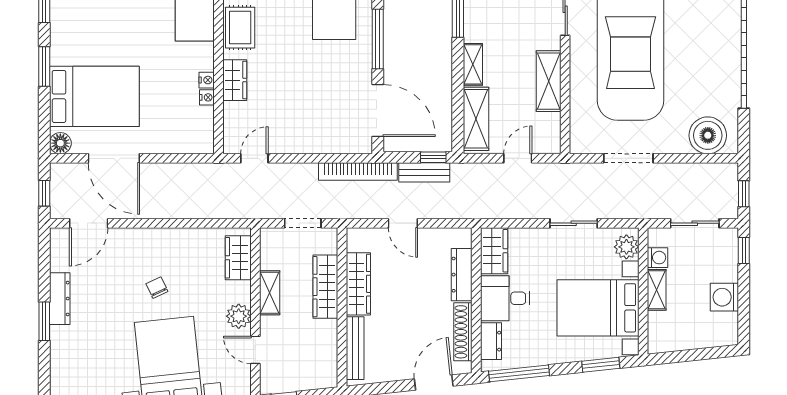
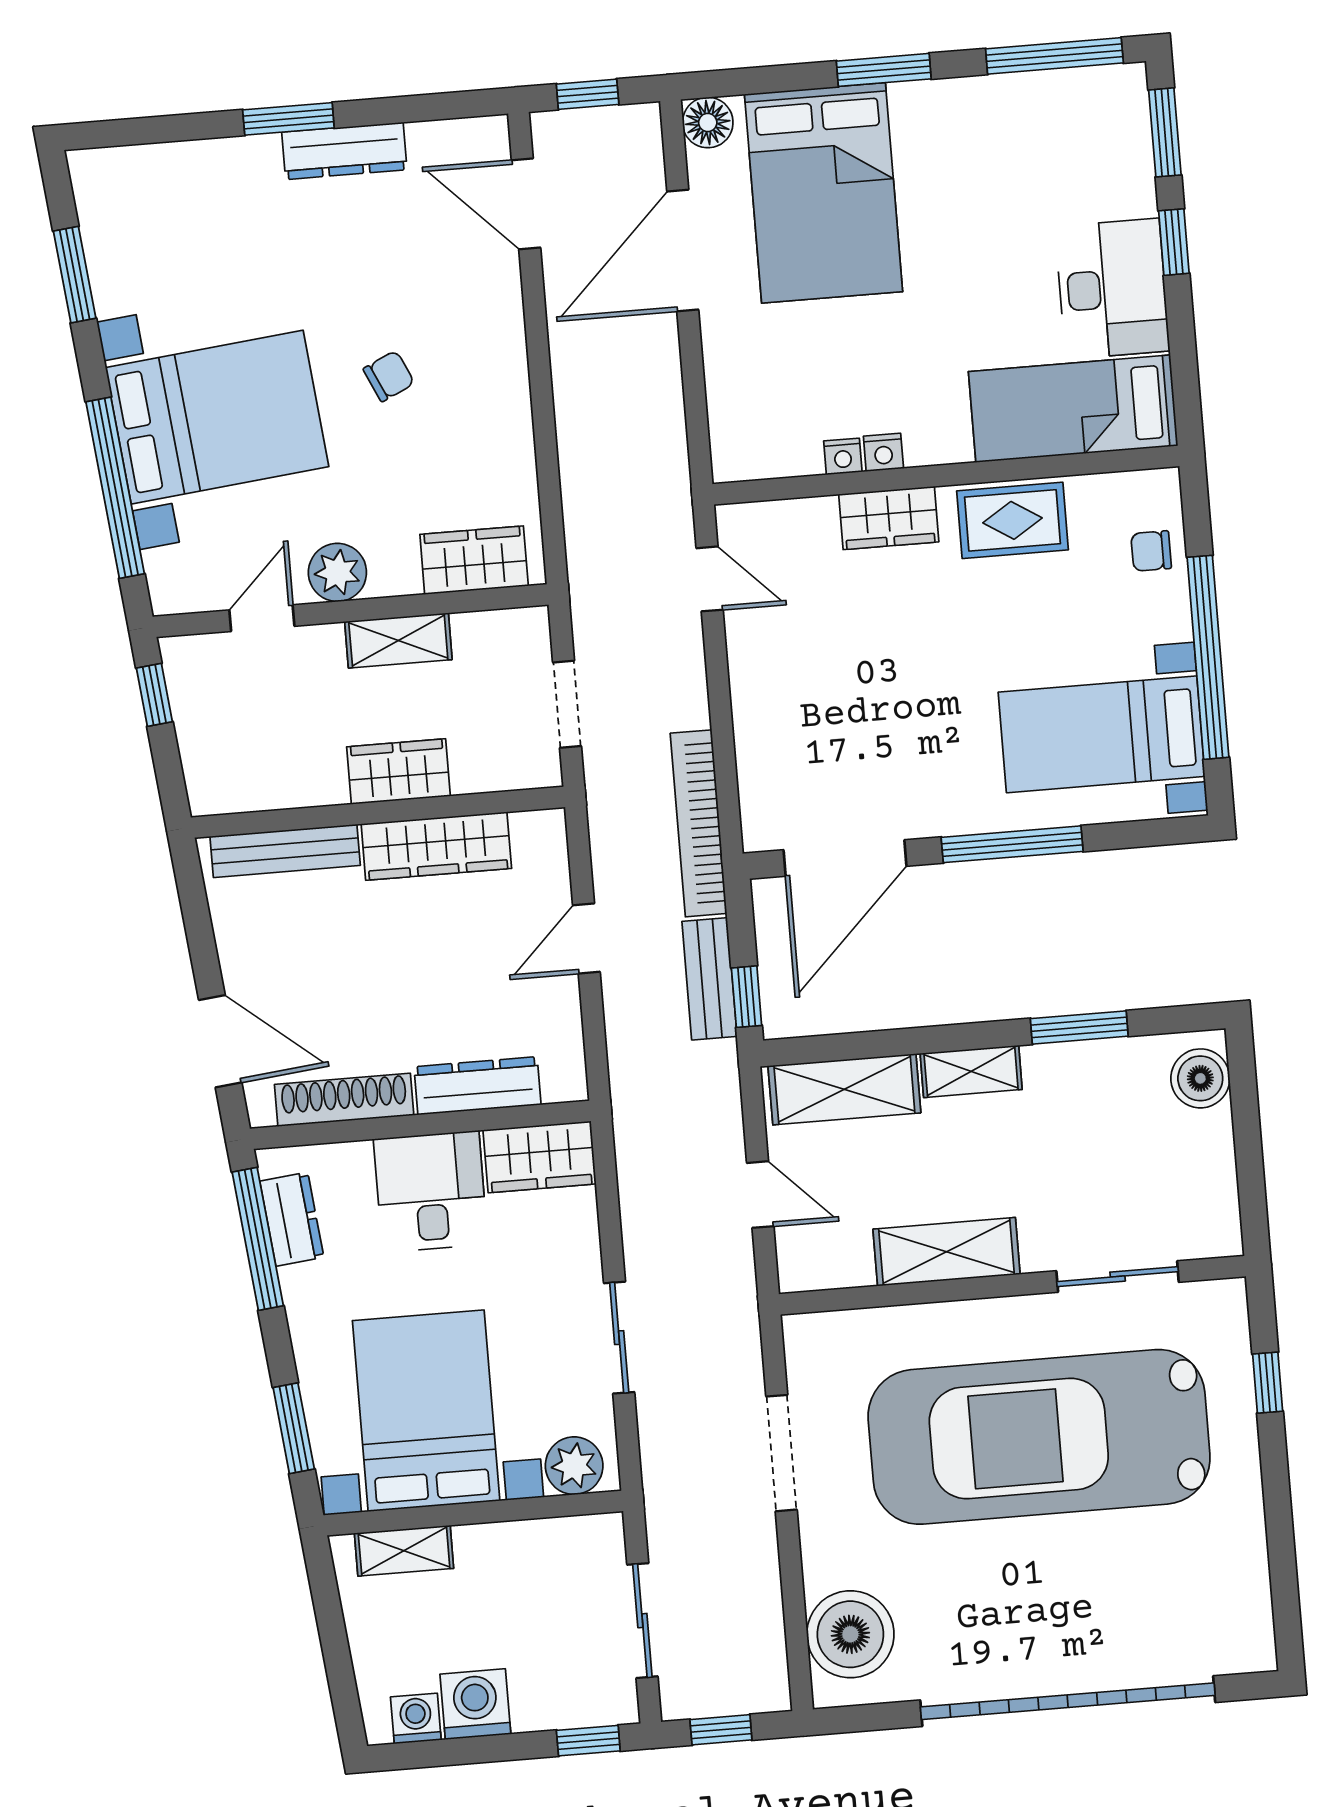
washing machine: (657, 258) -> (416, 1718), moved, turned 180
wardrobe: (325, 287) -> (398, 772), width x0.67
shelving: (657, 290) -> (404, 1551), moved
dresser: (491, 341) -> (292, 1219), moved, turned -96

